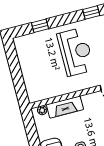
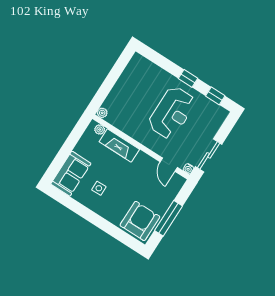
window: (40, 26) -> (188, 78), moved
plant: (33, 98) -> (102, 113), added

